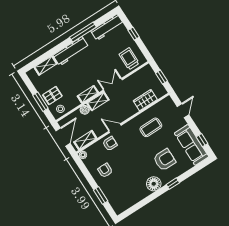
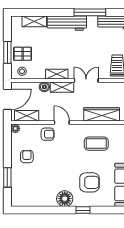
wardrobe: (145, 100) -> (102, 114), width x1.50

